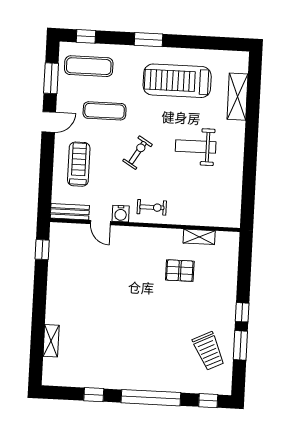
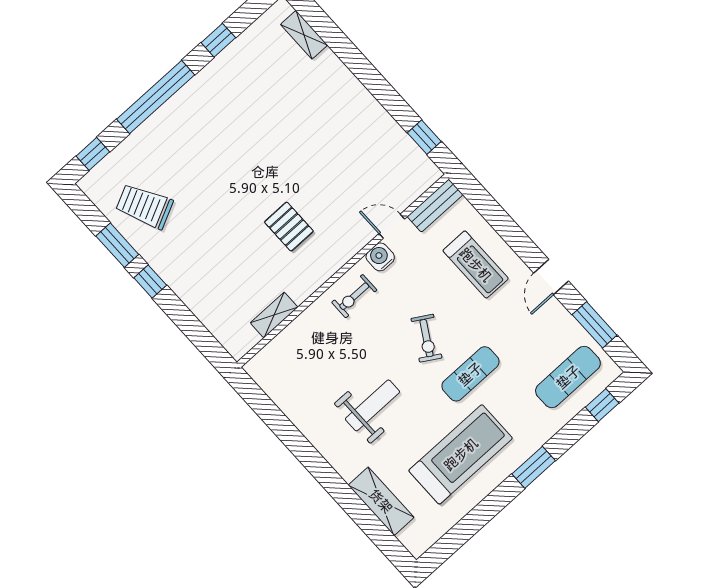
exercise mat: (105, 111) -> (470, 374), moved
pallet: (180, 271) -> (289, 227), moved, turned 90
shelving: (51, 341) -> (304, 35), moved

